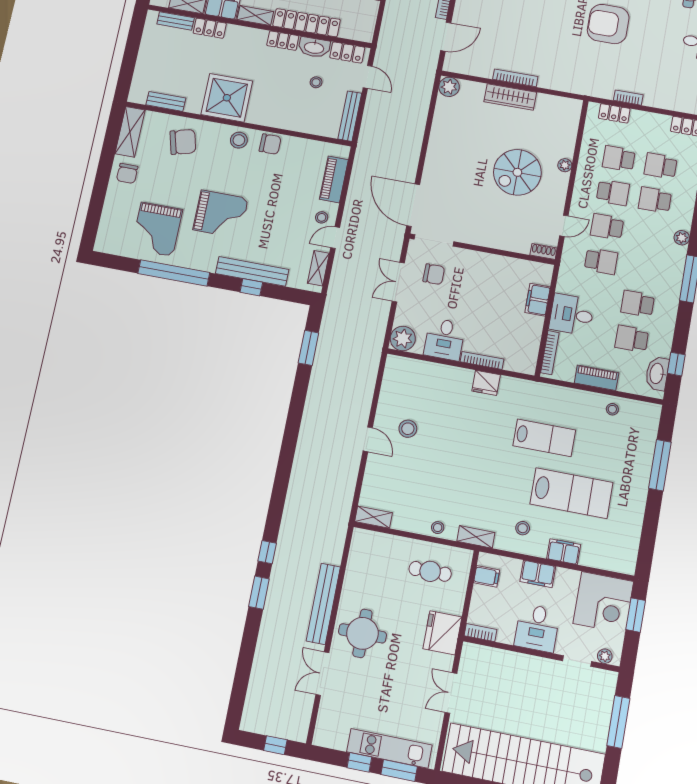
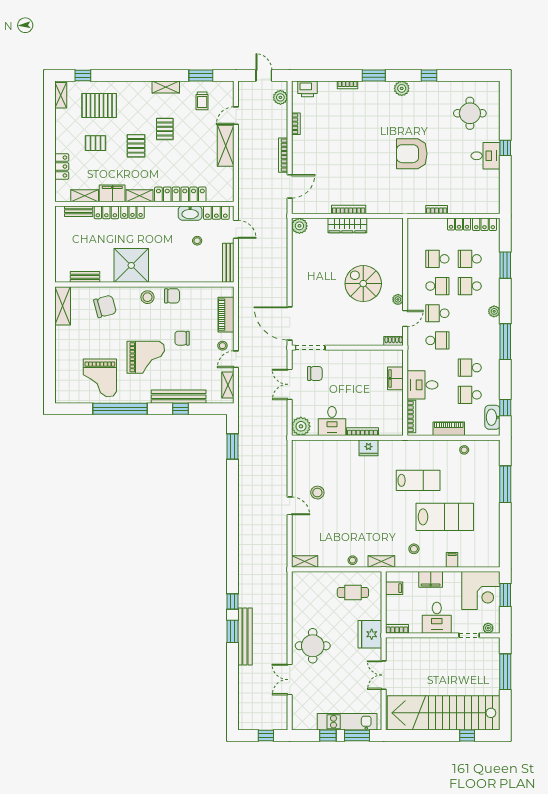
locker: (283, 41) -> (132, 212), moved
locker: (614, 113) -> (459, 224), moved
plant: (565, 165) -> (398, 299), moved
spiral stairs: (517, 172) -> (363, 284), turned 90
chair: (127, 173) -> (182, 338), moved, turned 90
filing cabinet: (564, 552) -> (452, 560), width x0.50
bench: (323, 604) -> (245, 636), moved

